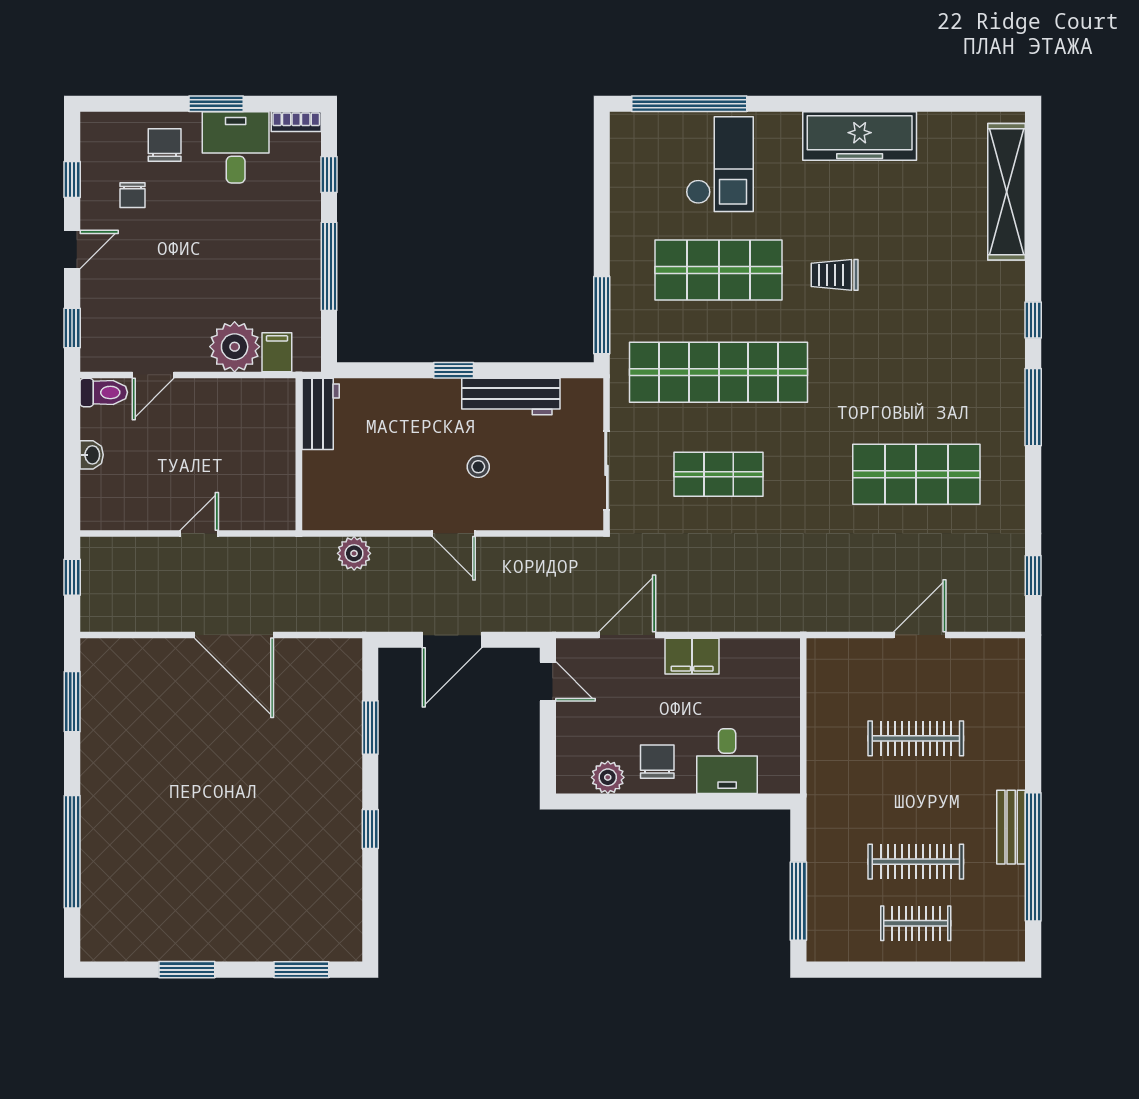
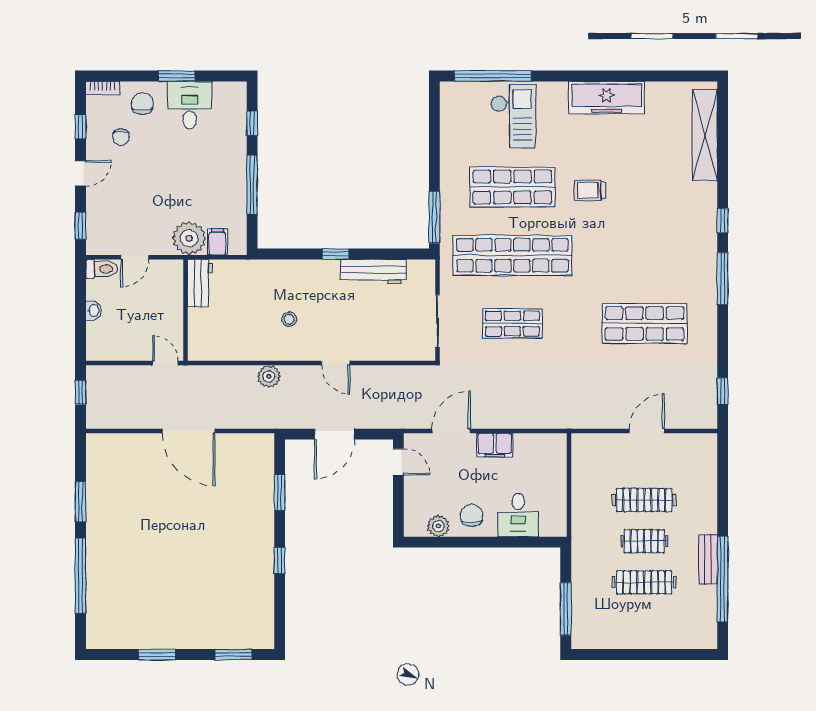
bookcase: (296, 122) -> (102, 88), moved
workbench: (321, 414) -> (200, 283), moved
wall: (299, 454) -> (185, 310), moved
stool: (478, 467) -> (289, 319), moved
door: (199, 534) -> (165, 363), hinge flipped
window: (72, 702) -> (80, 502), moved
clothes rail: (916, 923) -> (644, 541), moved

